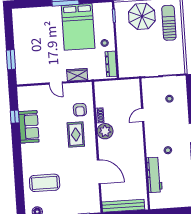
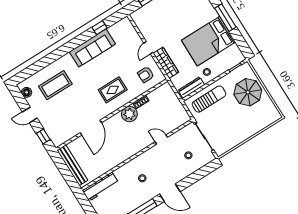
sun lounger: (169, 23) -> (209, 99), moved
wardrobe: (77, 75) -> (166, 63), width x1.50
armchair: (80, 110) -> (146, 75), moved
sofa: (29, 127) -> (92, 48), width x1.36
workbench: (154, 175) -> (100, 187), moved
coffee table: (45, 183) -> (55, 85), turned 90

